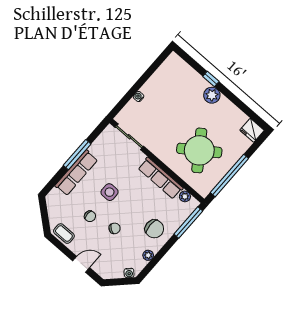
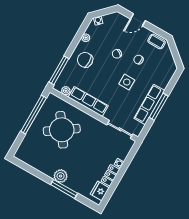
window: (211, 79) -> (64, 189), width x2.17
locker: (152, 84) -> (110, 175), added
fridge: (252, 130) -> (100, 191), moved, turned -90
row of seats: (76, 173) -> (149, 104), moved

